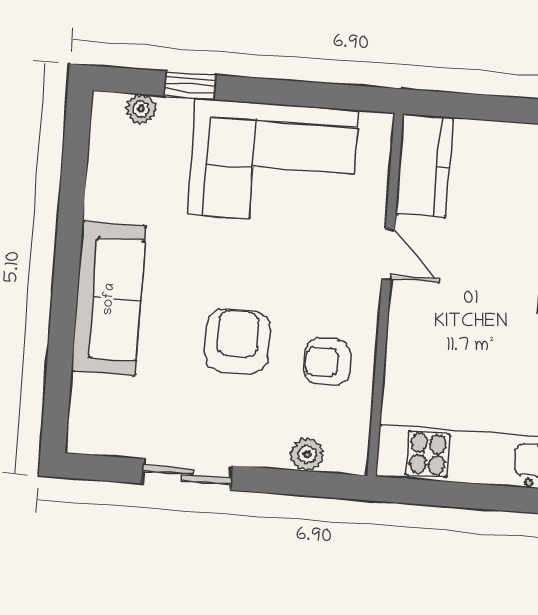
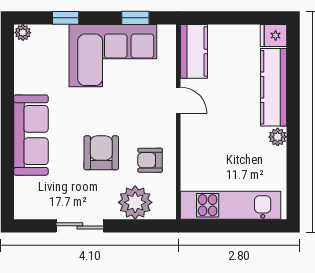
window: (320, 95) -> (135, 18), added
plant: (141, 109) -> (23, 33), moved
plant: (307, 454) -> (135, 202), width x1.88, depth x1.88

